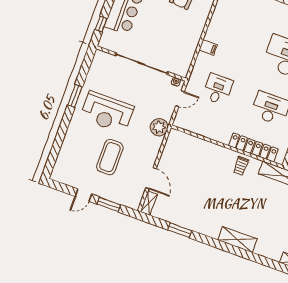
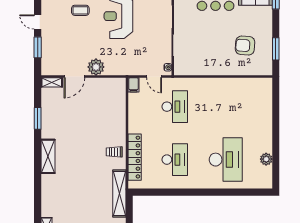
filing cabinet: (208, 47) -> (133, 85), moved
desk: (218, 89) -> (175, 107), width x1.37
plant: (159, 127) -> (96, 67), moved
coffee table: (110, 157) -> (80, 10), moved, width x0.54, depth x0.58
shelving: (237, 239) -> (48, 156), moved

